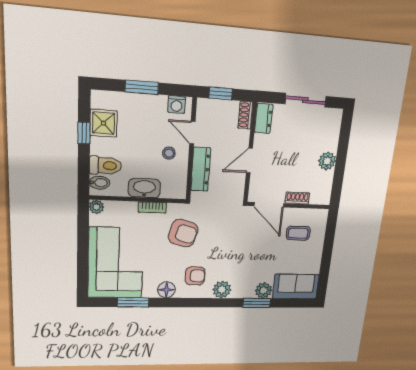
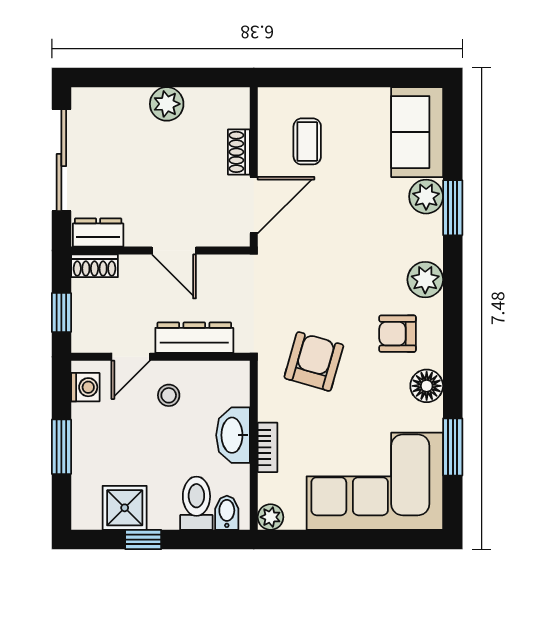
sliding door: (305, 100) -> (61, 160), width x1.37
bookcase: (152, 207) -> (268, 447), moved
armchair: (195, 276) -> (398, 334), turned -90

